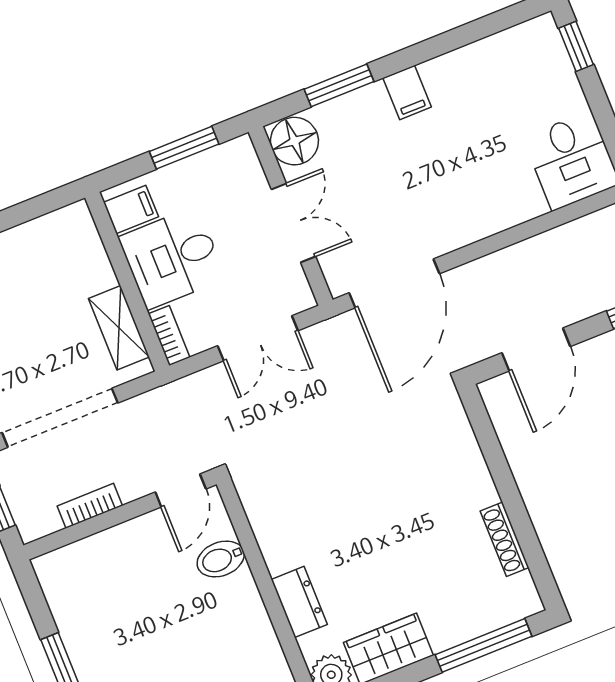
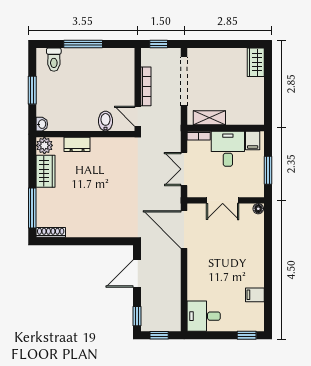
window: (339, 85) -> (268, 239), removed
filing cabinet: (407, 92) -> (255, 295), moved
floor lamp: (294, 141) -> (258, 209), width x0.53, depth x0.53
door: (536, 350) -> (137, 273), hinge flipped
bookcase: (90, 506) -> (146, 86), width x1.56
shoe rack: (505, 539) -> (51, 232), moved

